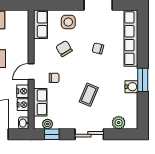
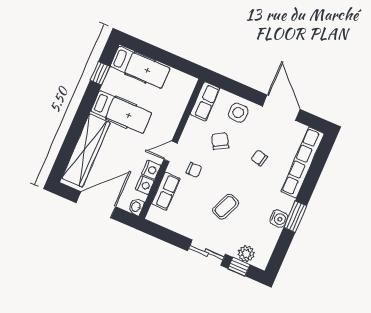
plant: (48, 124) -> (163, 220), removed
window: (52, 134) -> (239, 267), moved

